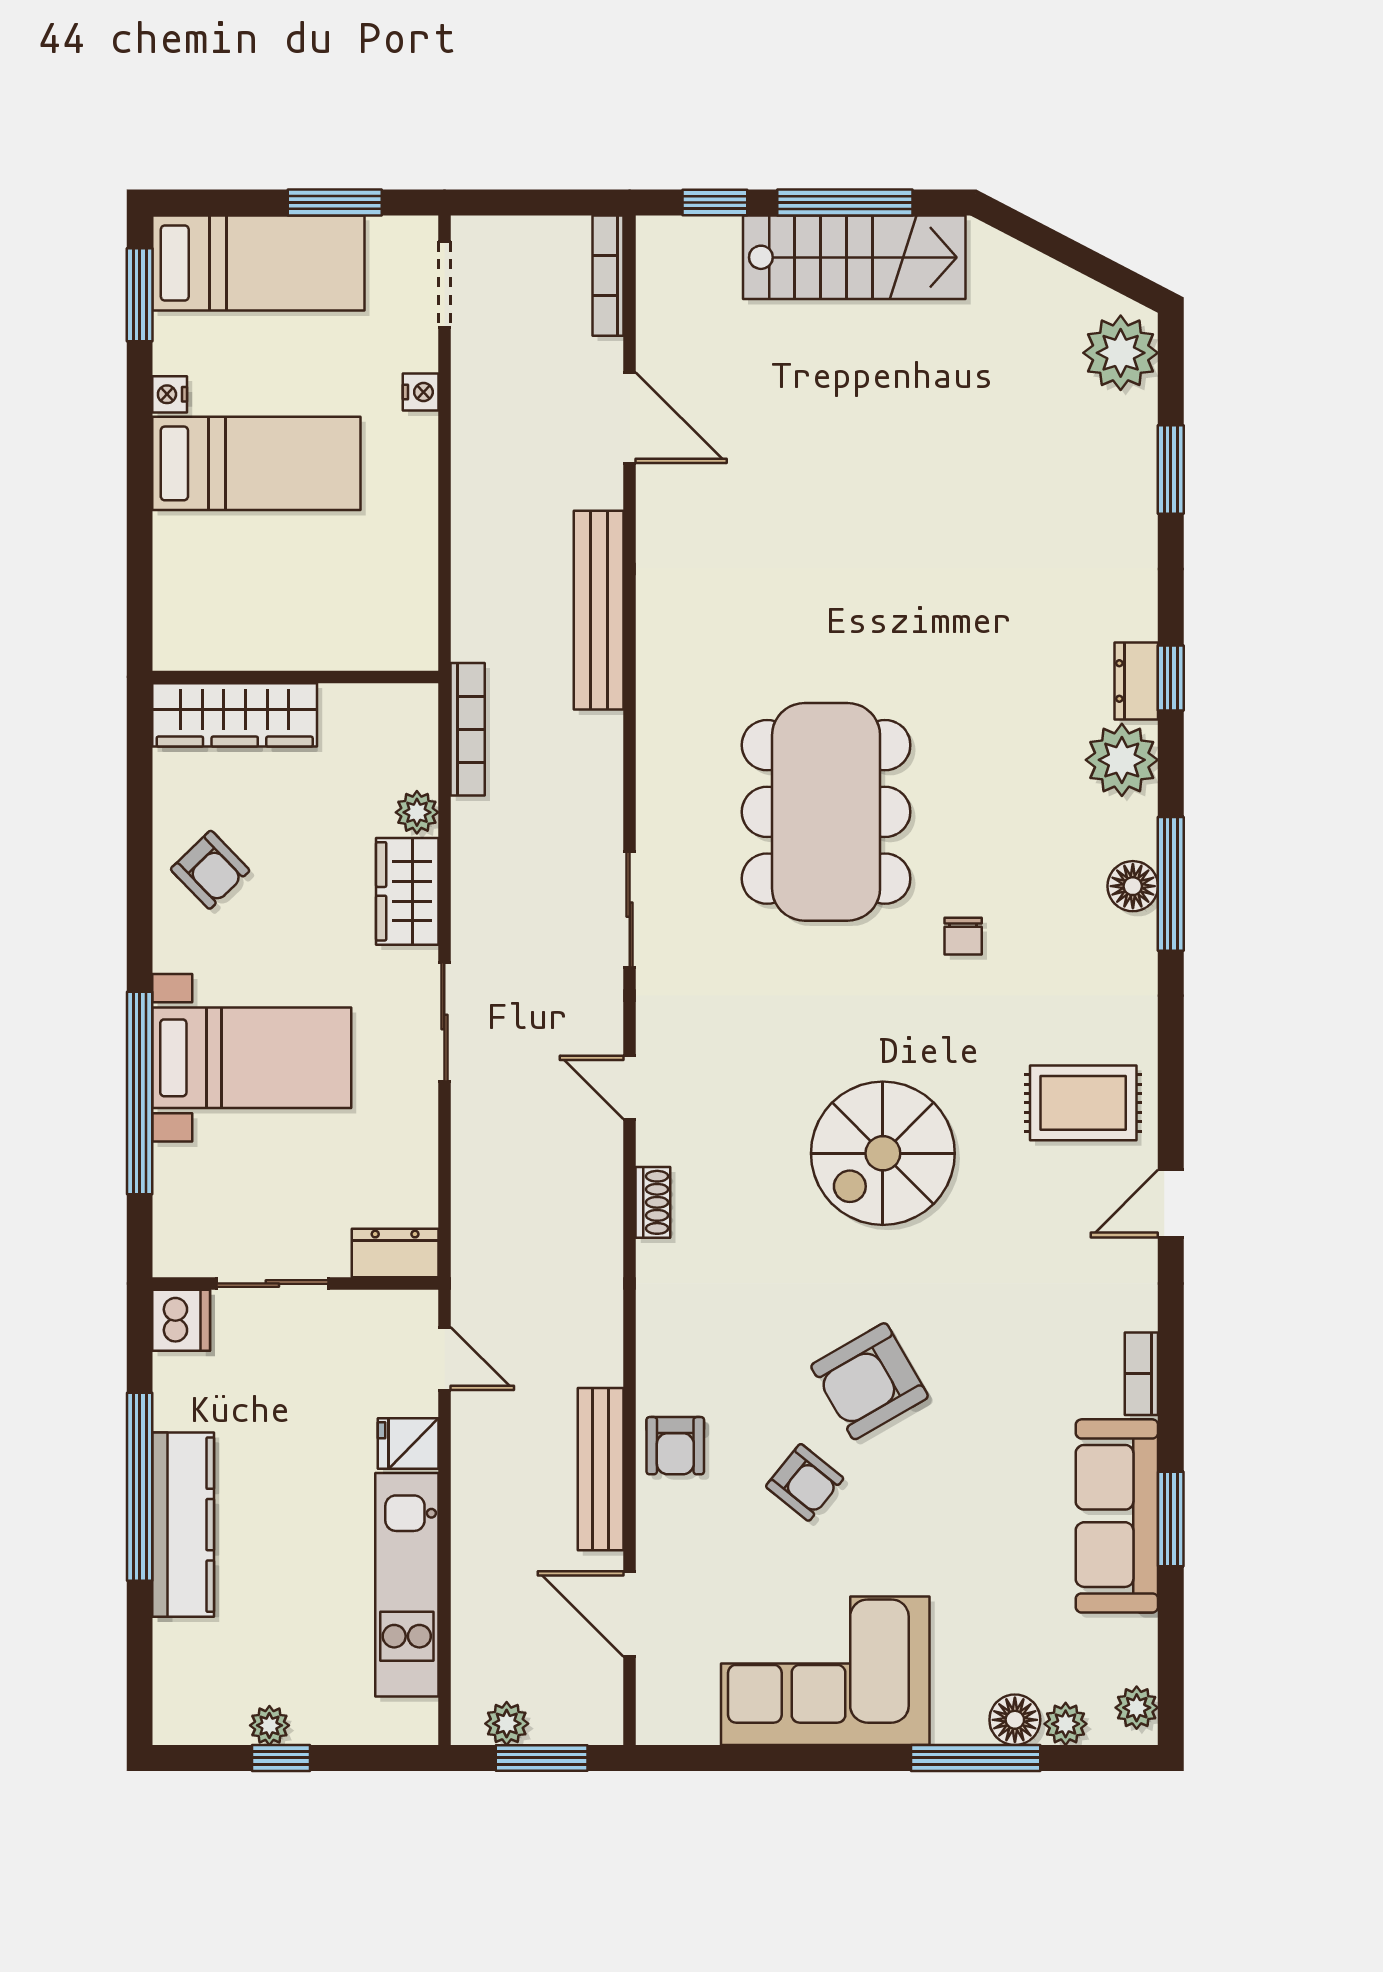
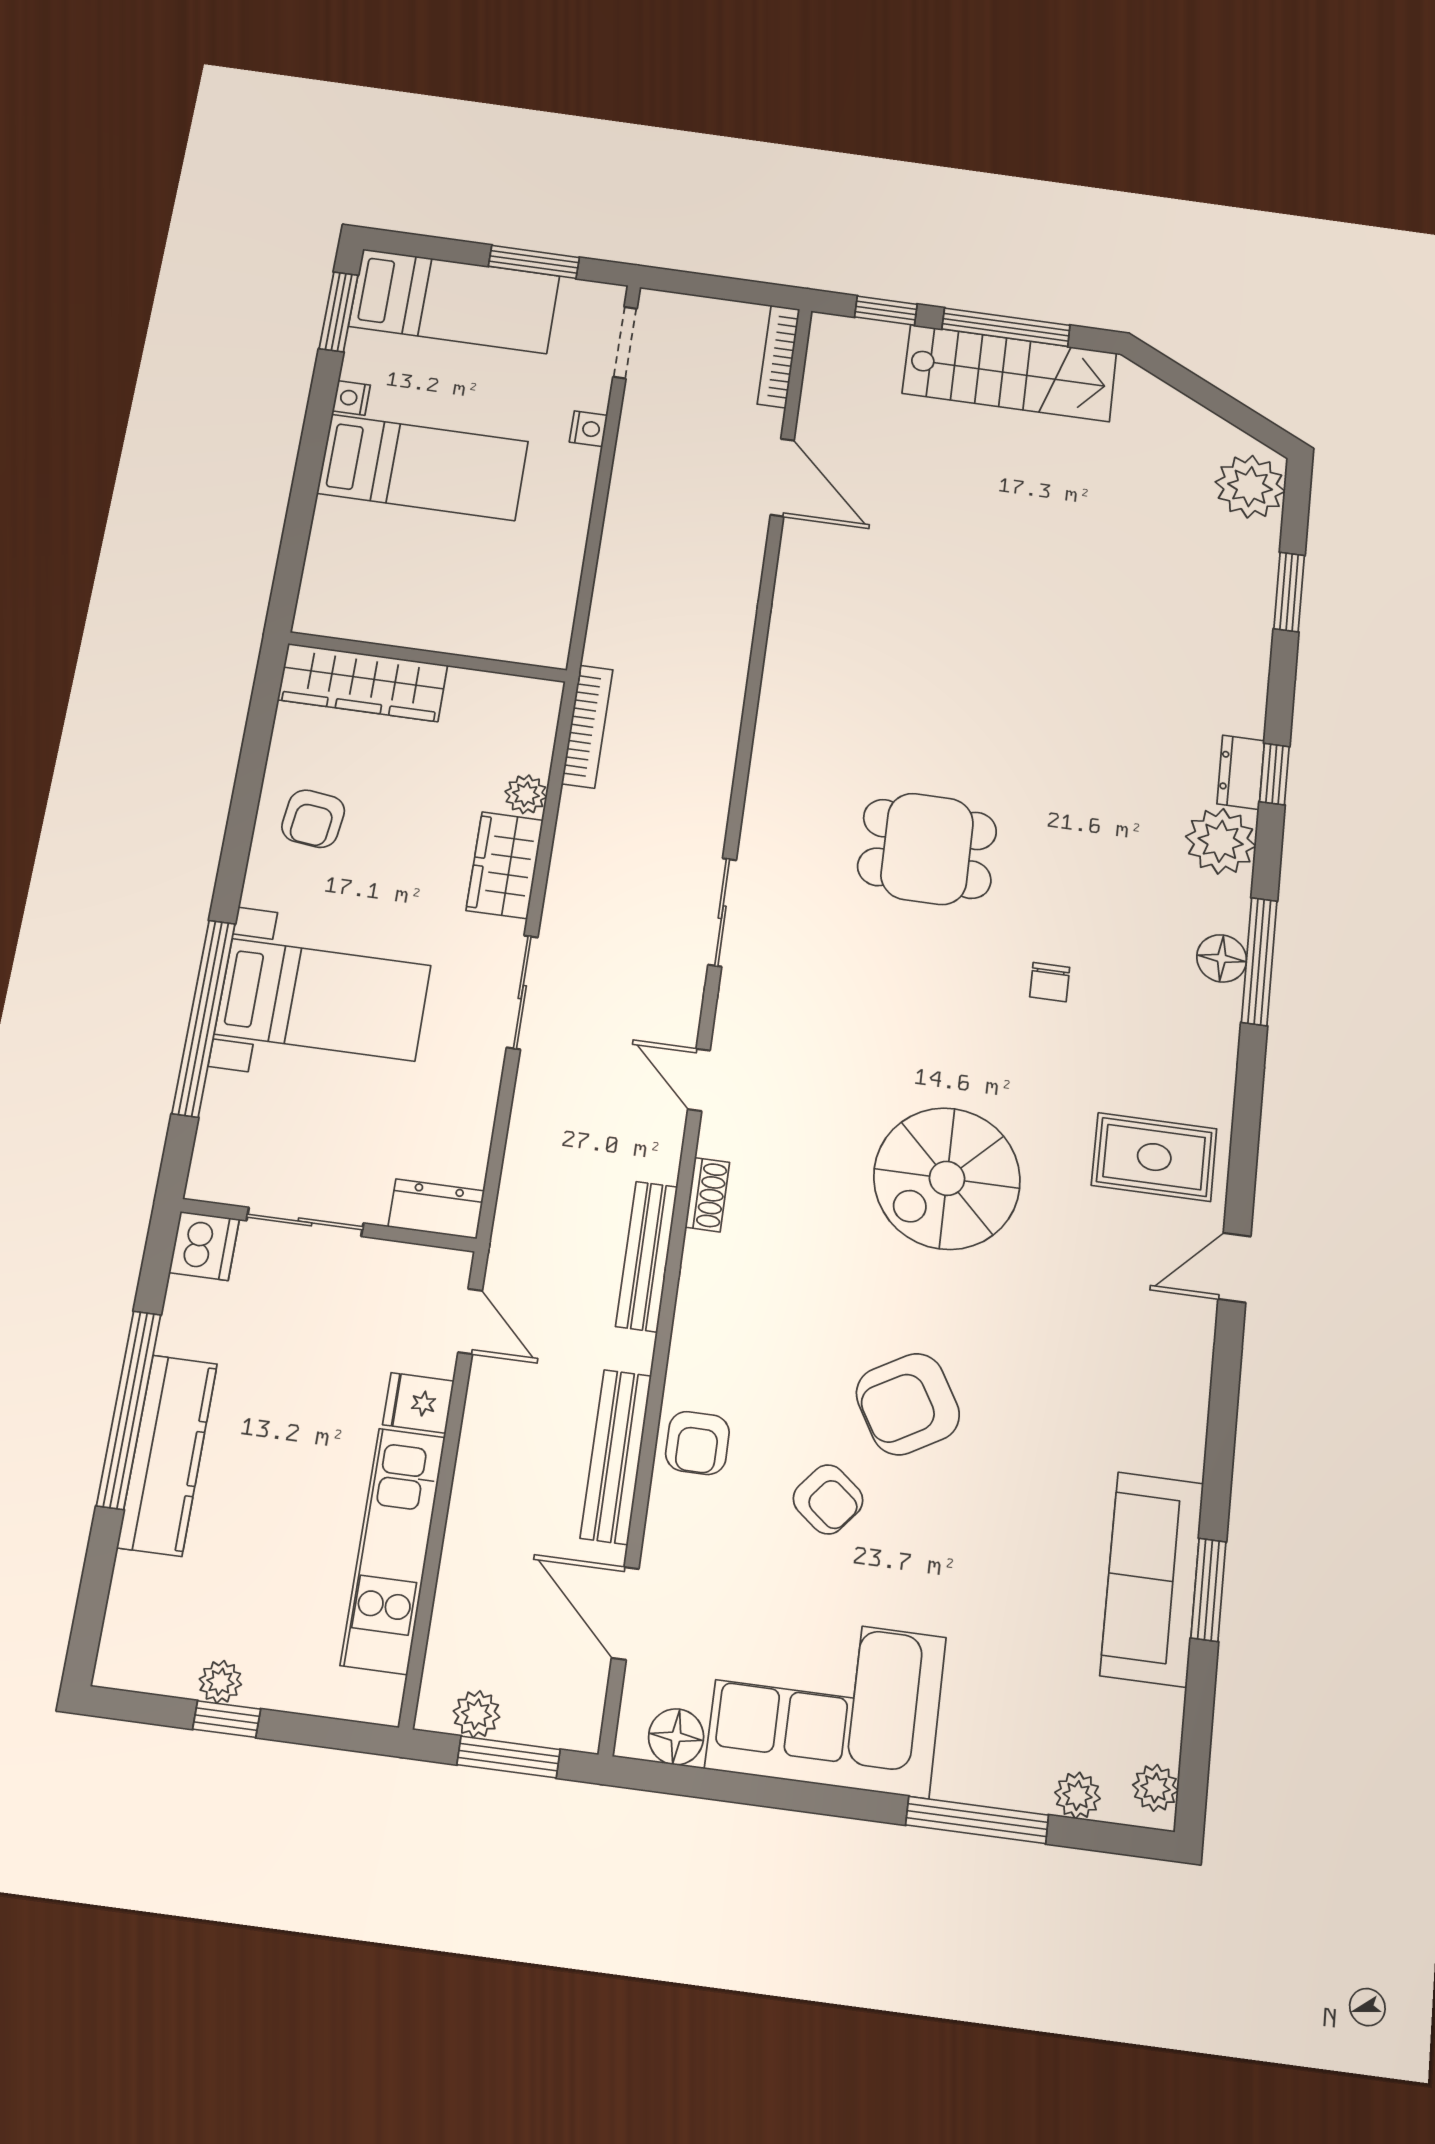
bench: (599, 610) -> (647, 1256), moved, width x0.73, depth x0.82
dining table: (826, 812) -> (927, 849), width x0.53, depth x0.80
armchair: (210, 870) -> (313, 819), turned 51
bookcase: (1141, 1374) -> (1190, 1435), removed
floor lamp: (1015, 1720) -> (676, 1737), moved

